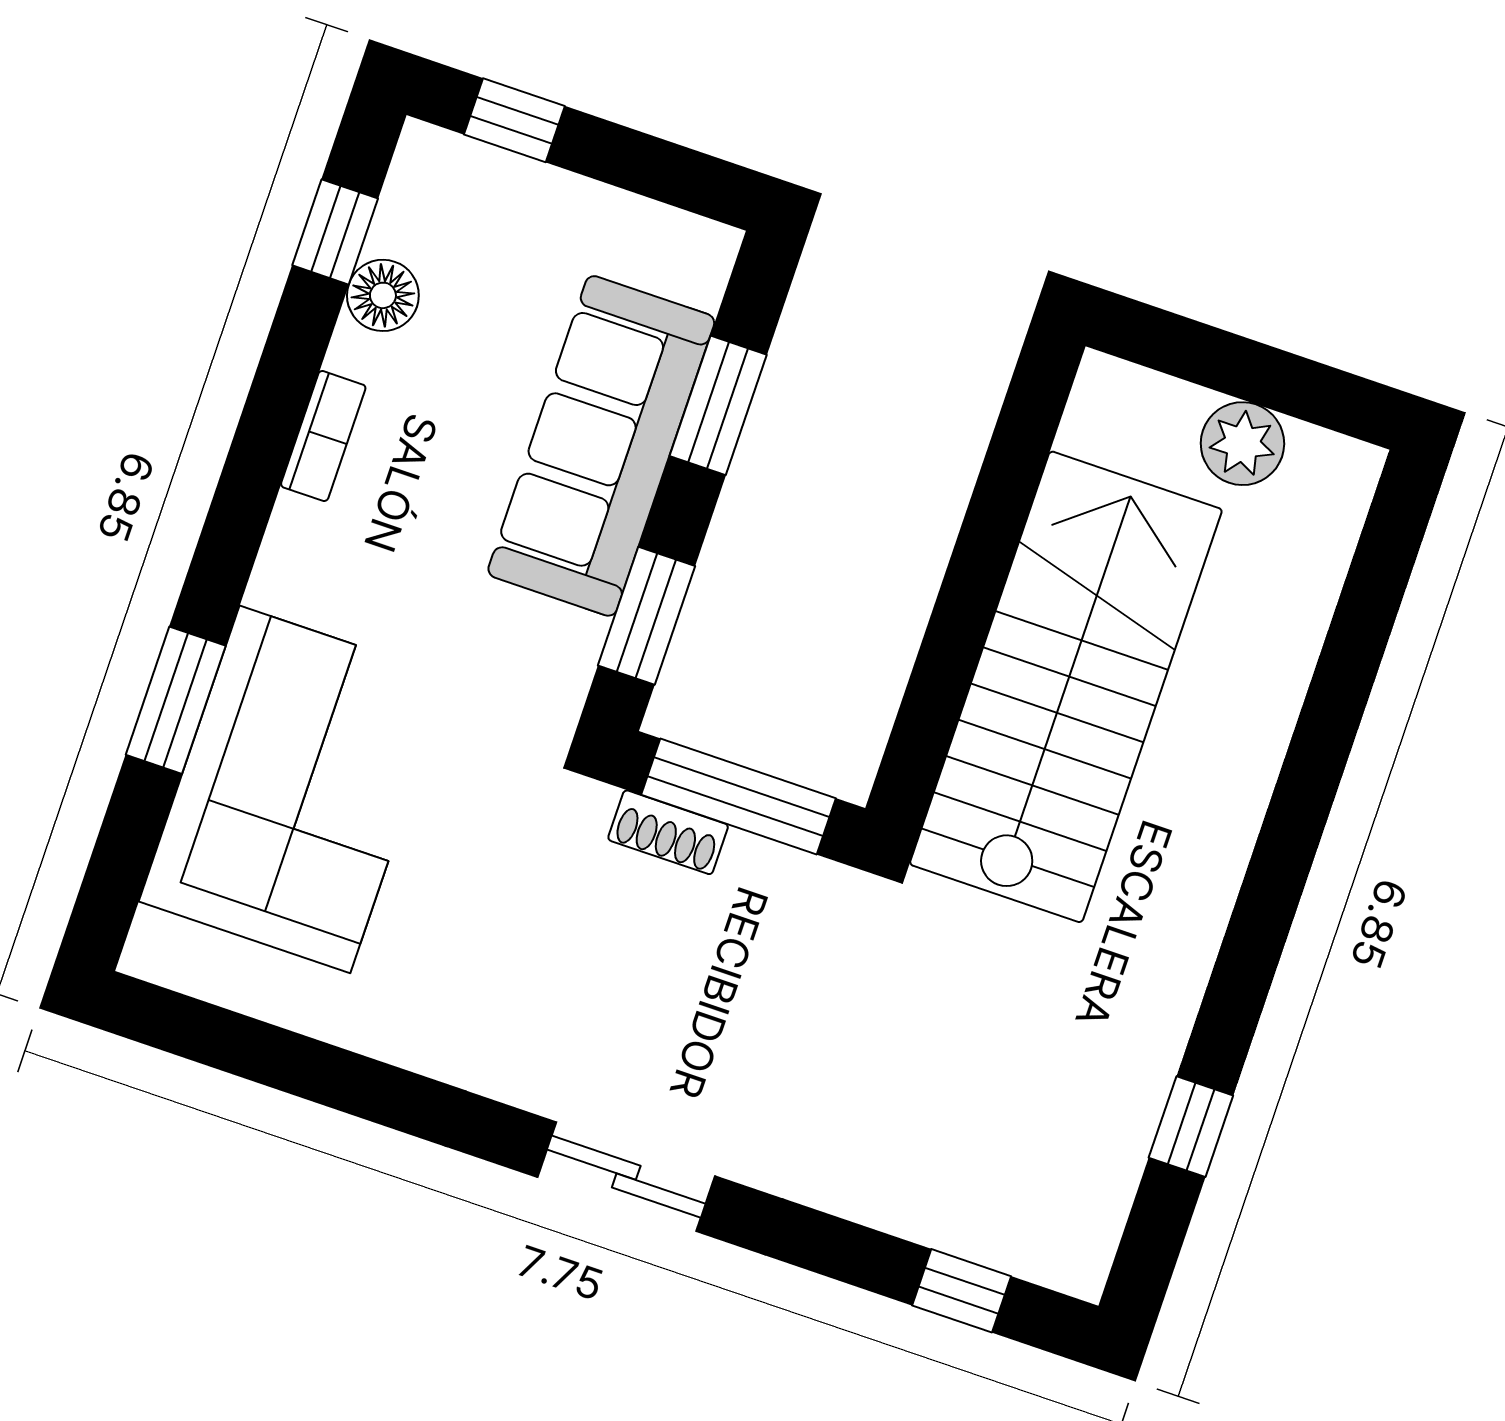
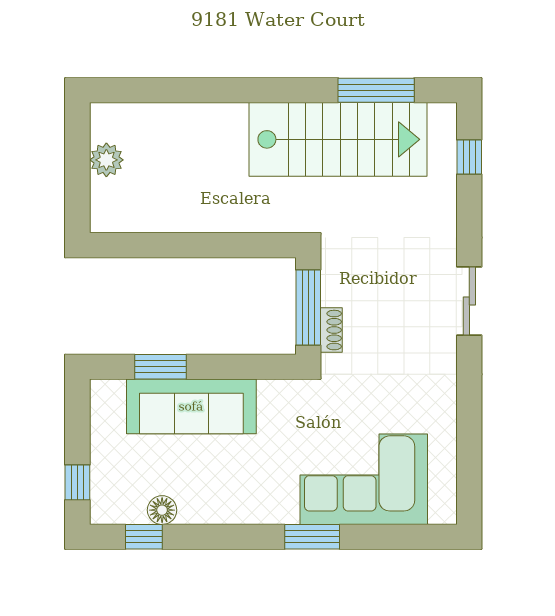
bookcase: (323, 436) -> (224, 515), removed
window: (647, 616) -> (251, 367), removed
stairs: (1066, 687) -> (338, 139), moved, turned 180
window: (176, 700) -> (312, 537), moved
window: (1191, 1127) -> (376, 90), width x2.17

